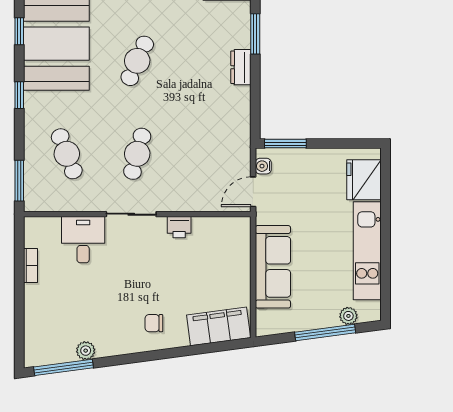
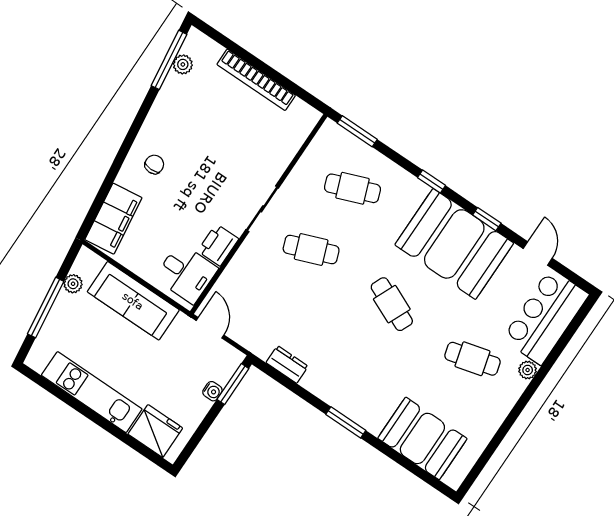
dresser: (241, 67) -> (287, 364), moved
cafe table: (137, 154) -> (311, 249), turned -36
water cooler: (263, 166) -> (212, 391), moved, turned 90
printer: (179, 227) -> (218, 245), width x1.36, depth x1.24
desk: (83, 240) -> (186, 273), moved
bookcase: (30, 266) -> (256, 80), width x2.31, depth x1.31
plant: (348, 316) -> (73, 284), moved
plant: (86, 351) -> (183, 64), moved

